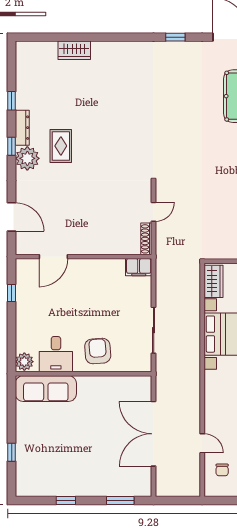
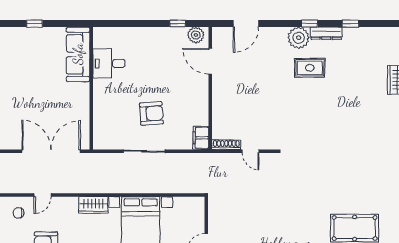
wardrobe: (213, 281) -> (93, 205), moved
armchair: (98, 351) -> (151, 113), moved
desk: (56, 354) -> (109, 63), moved
plant: (24, 362) -> (196, 35), moved
wall: (84, 374) -> (91, 88), moved
sofa: (46, 389) -> (78, 54), moved

